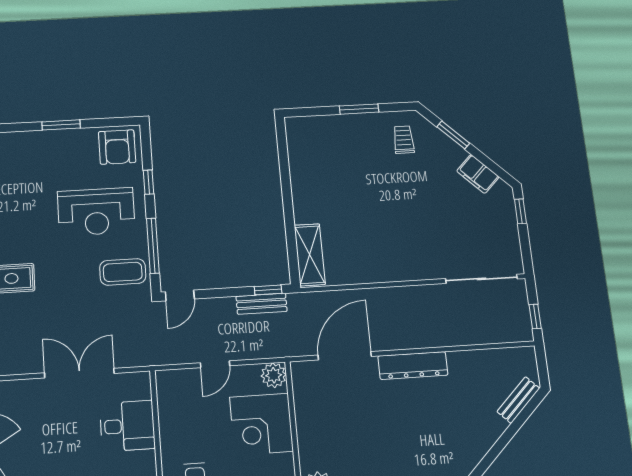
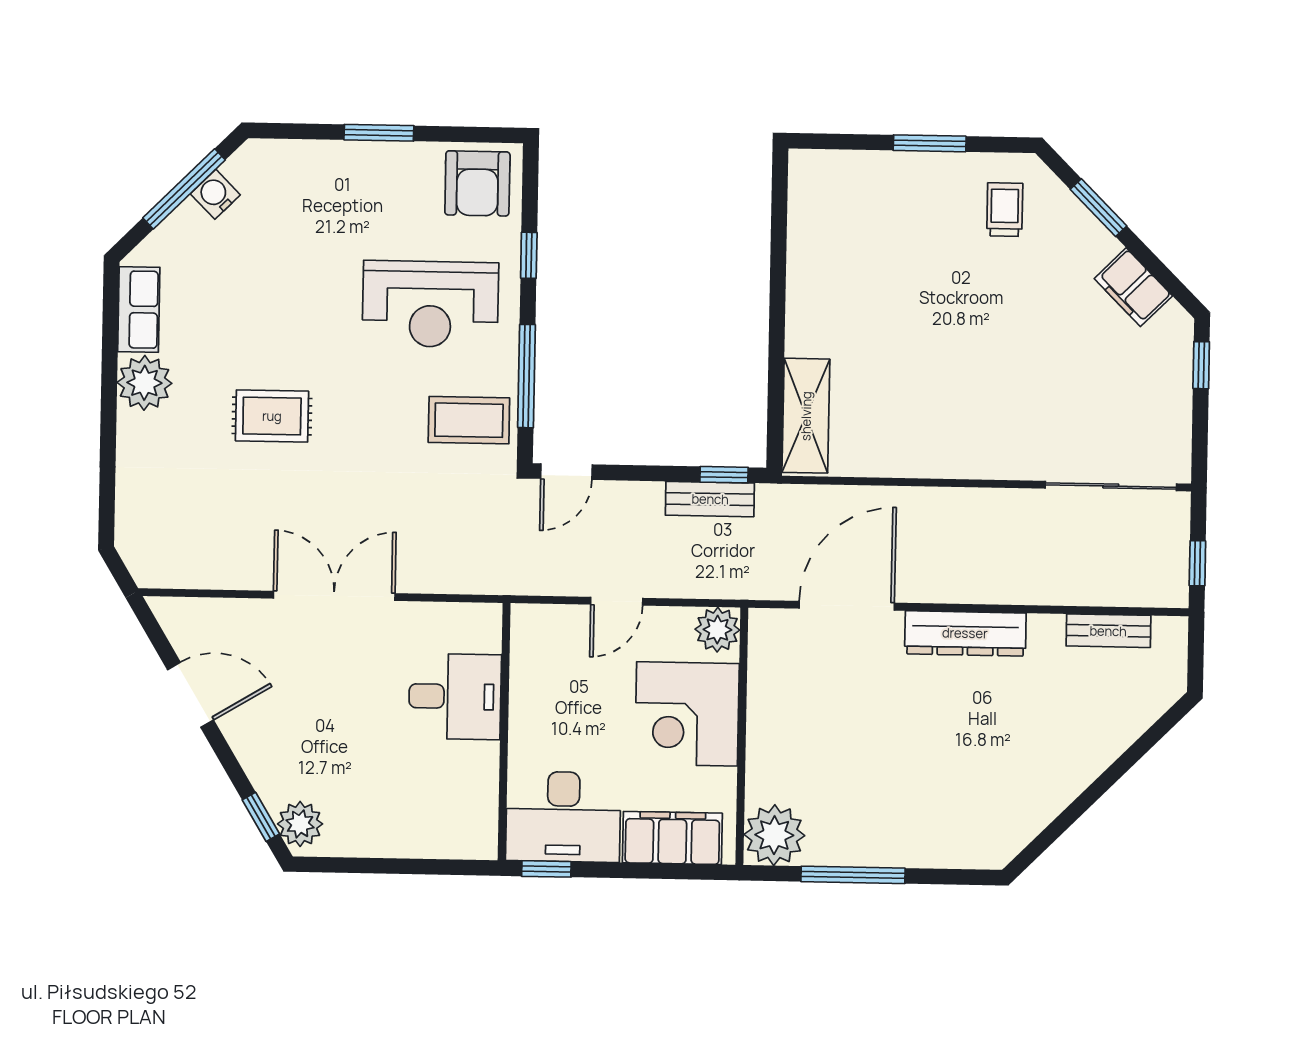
double door: (79, 373) -> (334, 596), moved
bench: (518, 400) -> (1108, 631), moved, turned 45

